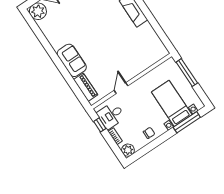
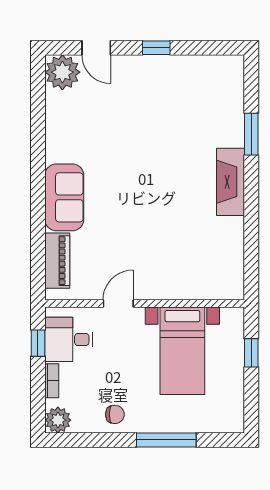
window: (187, 73) -> (251, 353), width x0.46
bed with nightstands: (172, 103) -> (182, 351), moved, turned 180
window: (187, 122) -> (166, 440), moved

